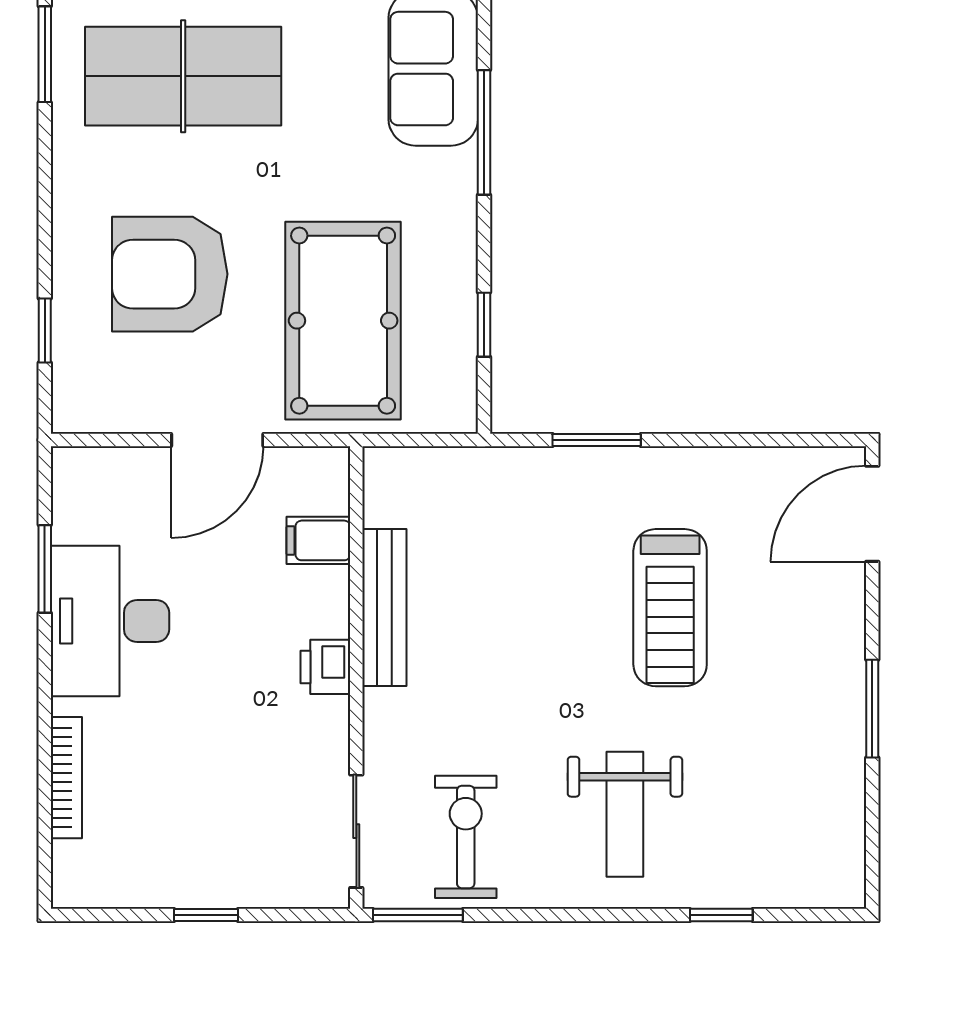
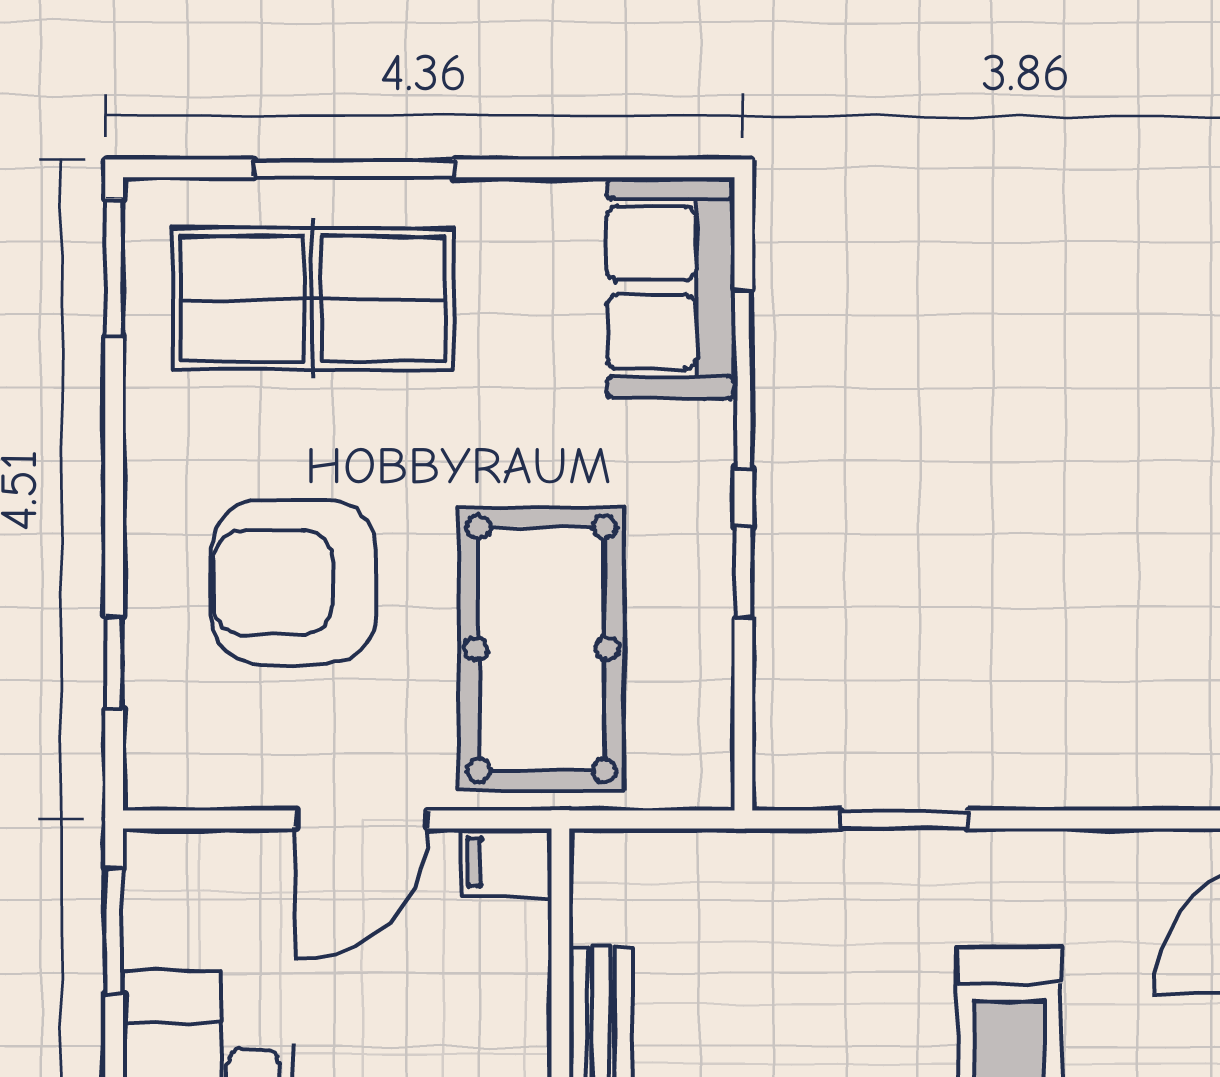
window: (484, 325) -> (743, 572), moved
filing cabinet: (318, 540) -> (506, 862), moved
window: (45, 569) -> (114, 931), moved

